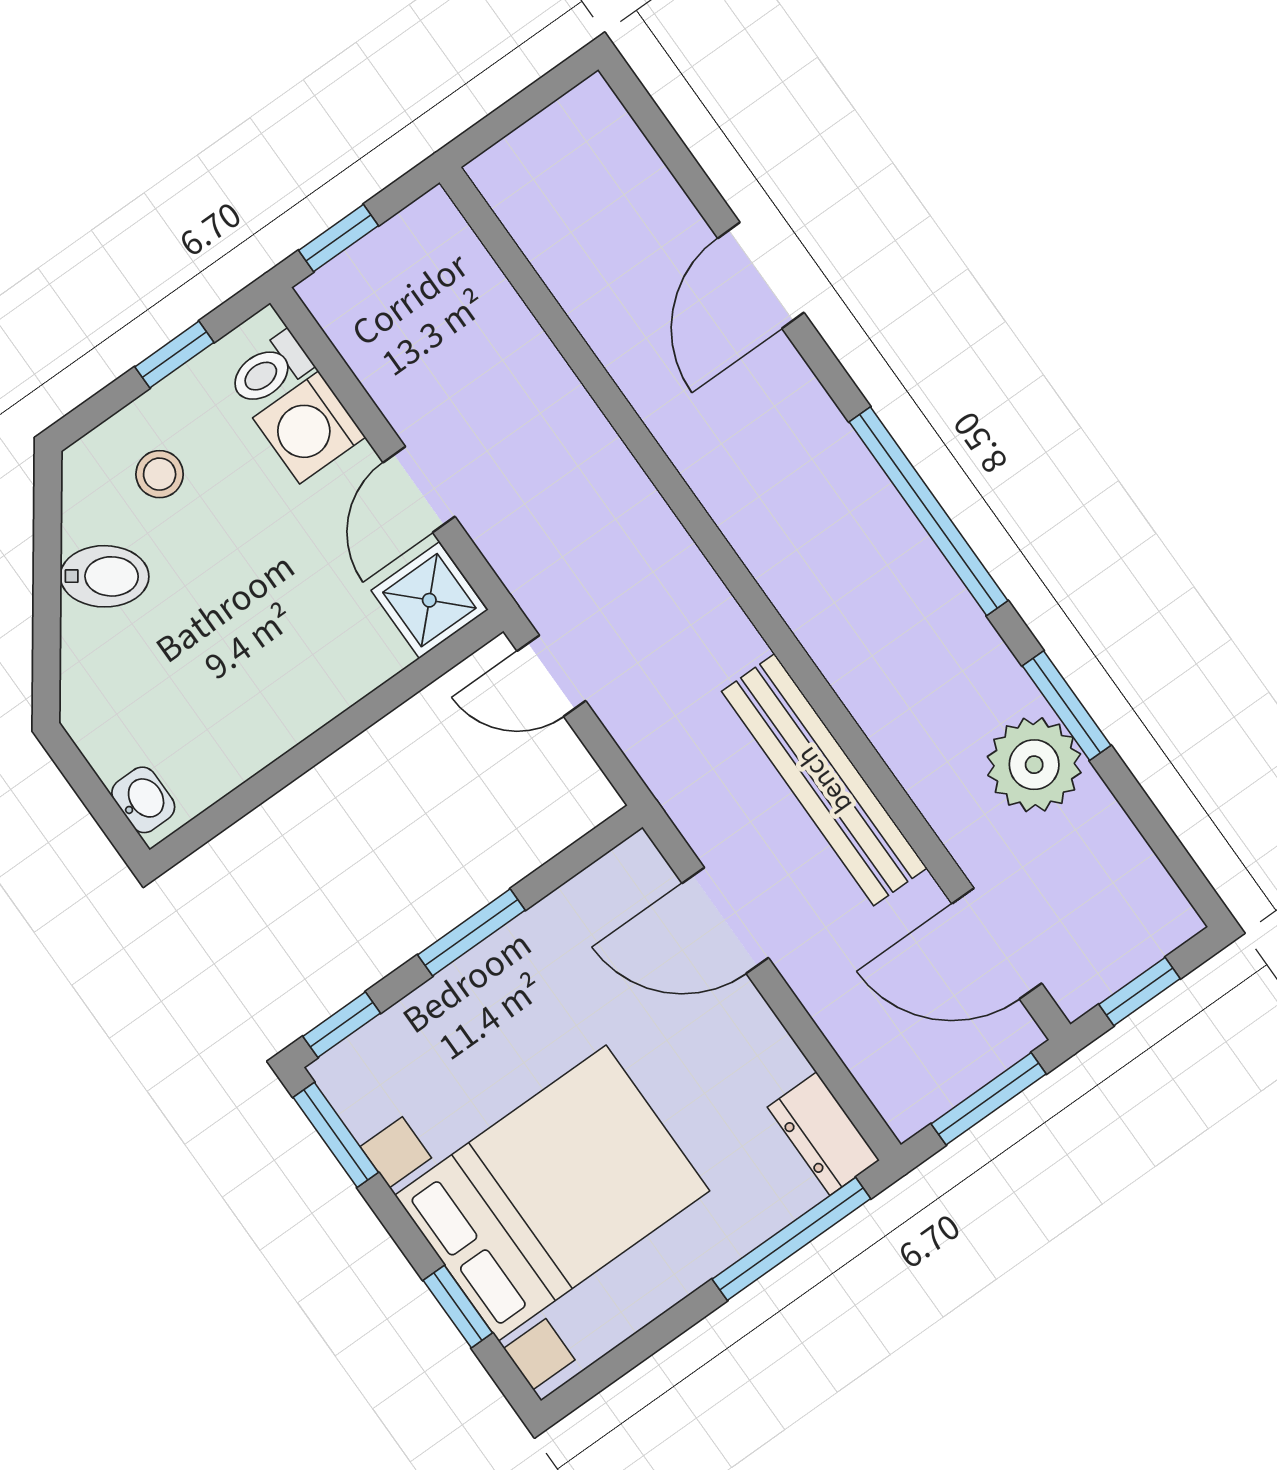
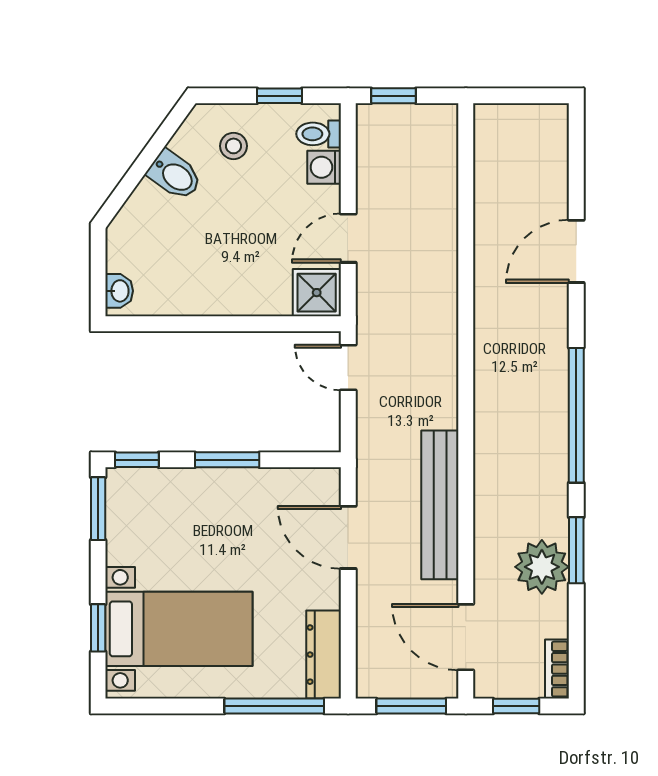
washing machine: (309, 428) -> (324, 167), width x0.73, depth x0.73
bookcase: (1161, 896) -> (557, 669), added
dresser: (823, 1134) -> (324, 655), width x1.44
bed with nightstands: (552, 1193) -> (179, 629), width x0.73

